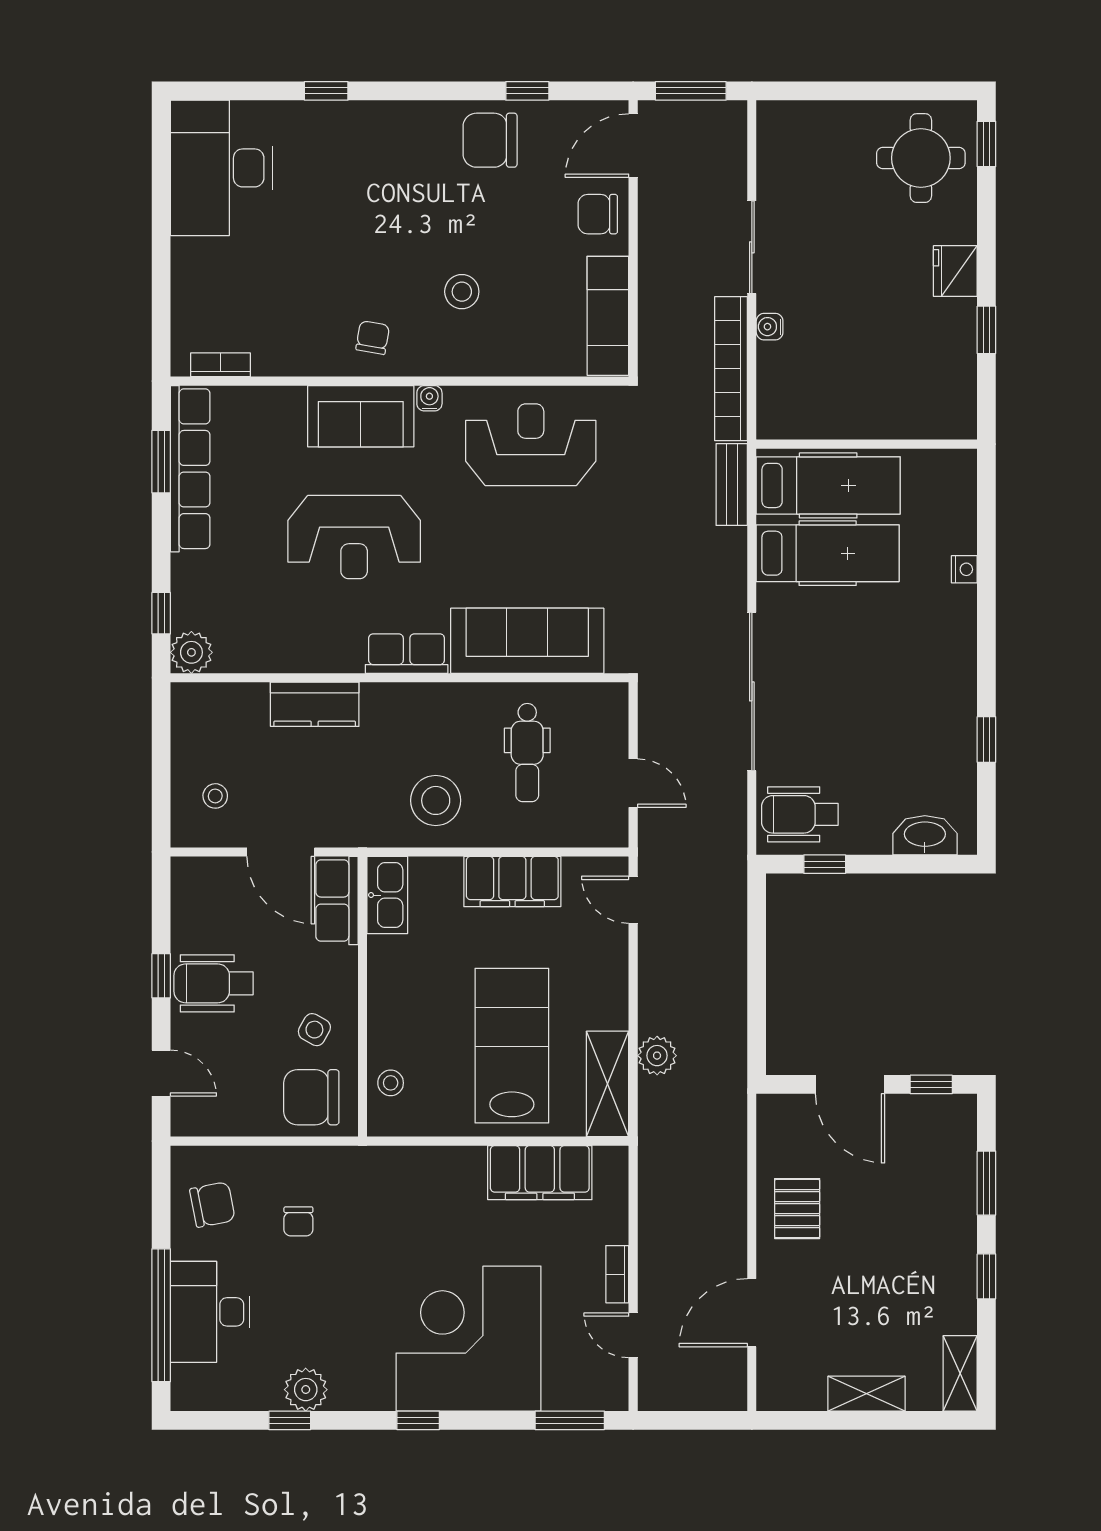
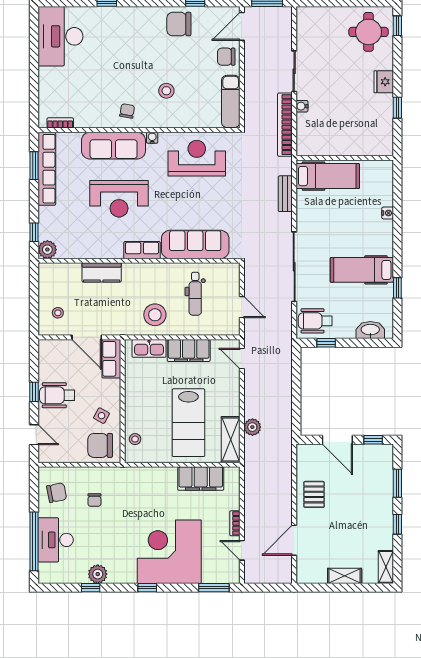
sofa: (361, 416) -> (114, 146), width x1.36
bench: (732, 485) -> (285, 194), moved
hospital bed: (828, 553) -> (362, 270), moved, turned 180
kitchen sink: (387, 895) -> (149, 348), moved, turned 90
lab bench: (512, 1046) -> (188, 423), turned 180

